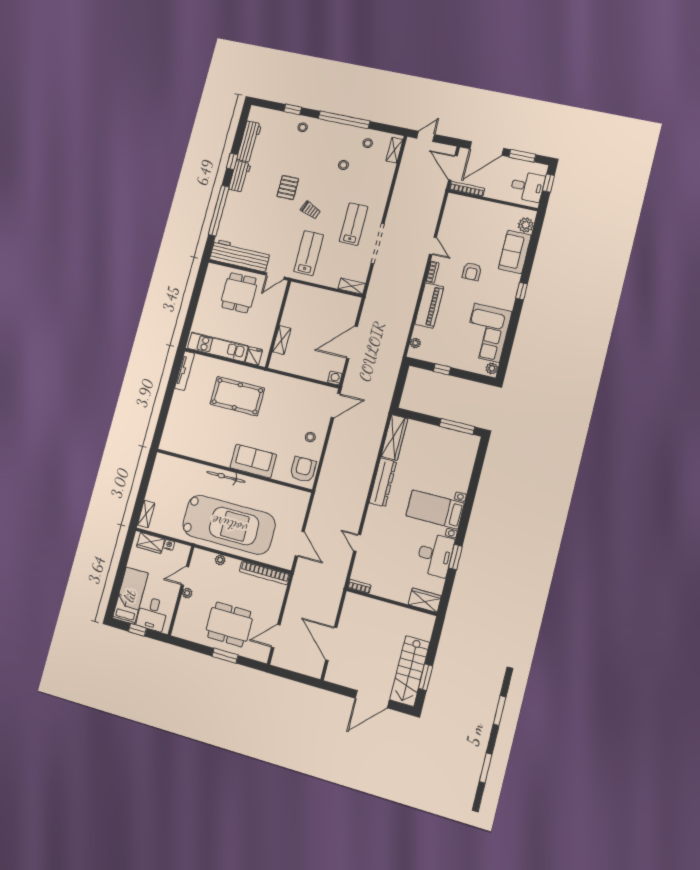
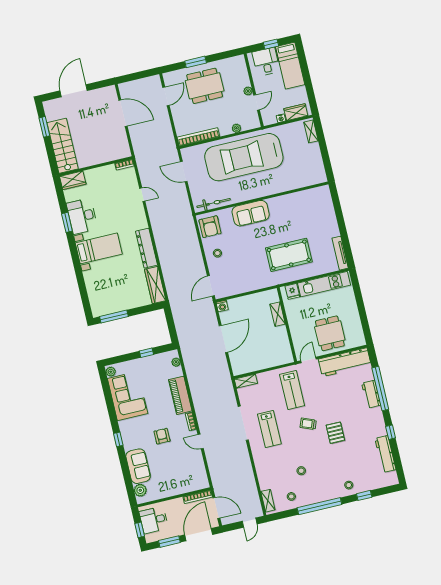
workbench: (240, 176) -> (371, 394), moved
bicycle: (226, 477) -> (214, 203), moved
stairs: (410, 671) -> (63, 146), moved

